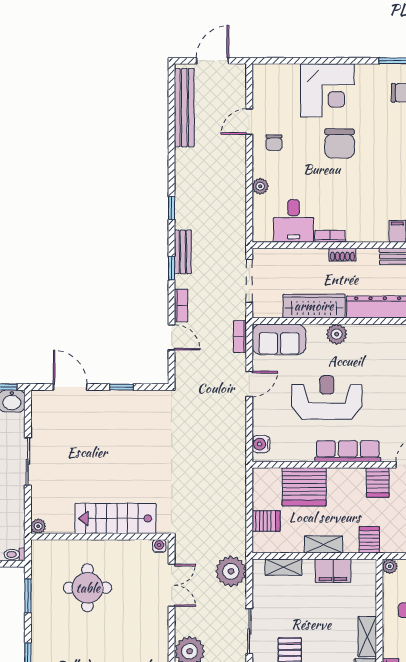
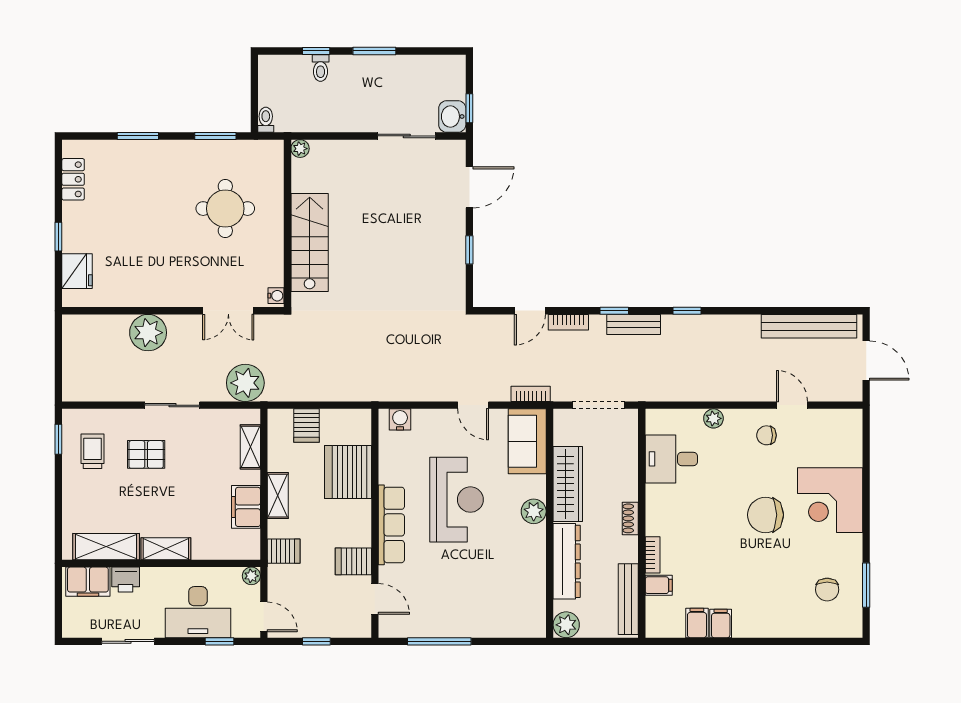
bookcase: (330, 236) -> (653, 555), moved
sliding door: (28, 462) -> (407, 136), moved

